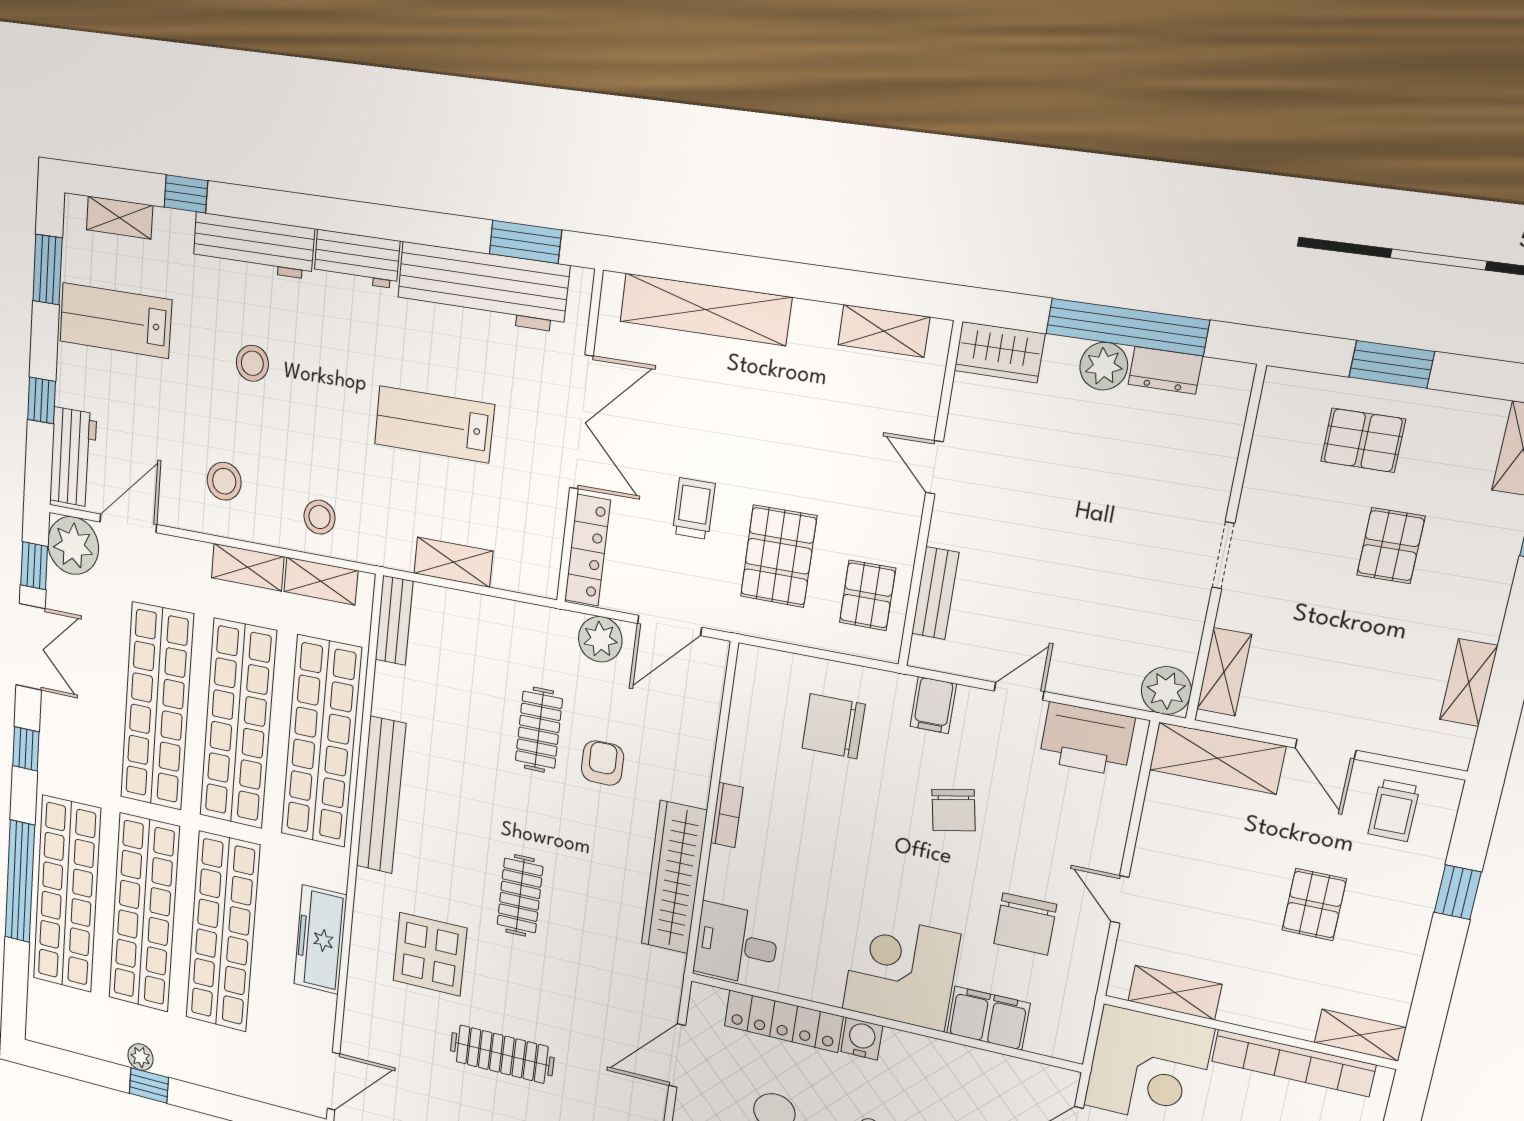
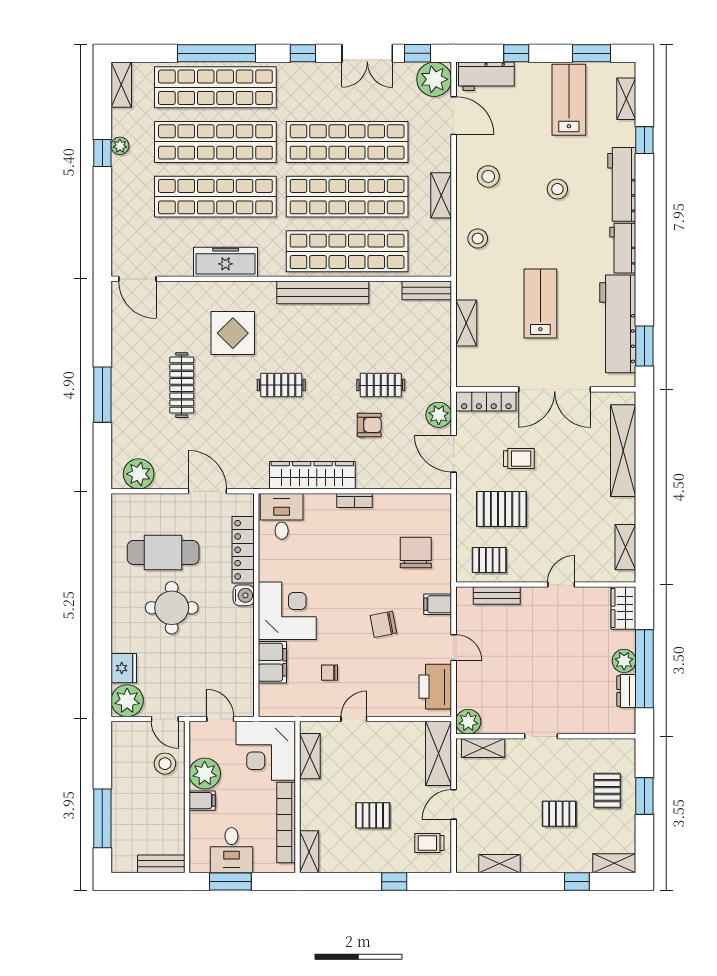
shelving: (321, 581) -> (121, 85), moved
chair: (1025, 924) -> (329, 673), width x0.54, depth x0.54

